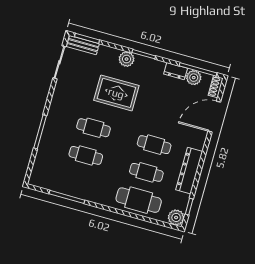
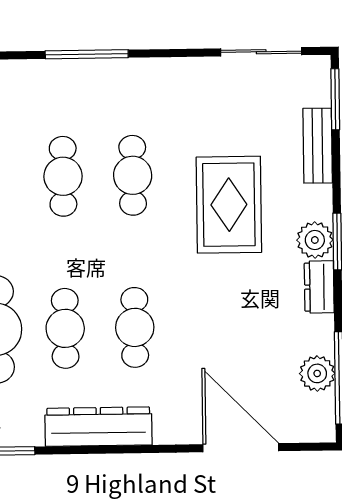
bench: (83, 45) -> (318, 146), moved
plant: (127, 59) -> (315, 240), moved
dresser: (176, 71) -> (319, 287), moved
shoe rack: (216, 87) -> (311, 431), removed

